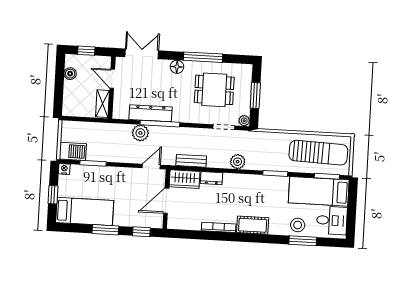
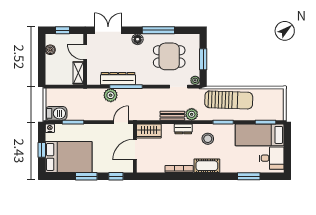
sun lounger: (318, 153) -> (229, 100), moved
bench: (191, 161) -> (172, 116), moved
dresser: (212, 178) -> (183, 129), moved
bed: (85, 211) -> (69, 157), width x1.50
stool: (298, 225) -> (208, 139), moved

